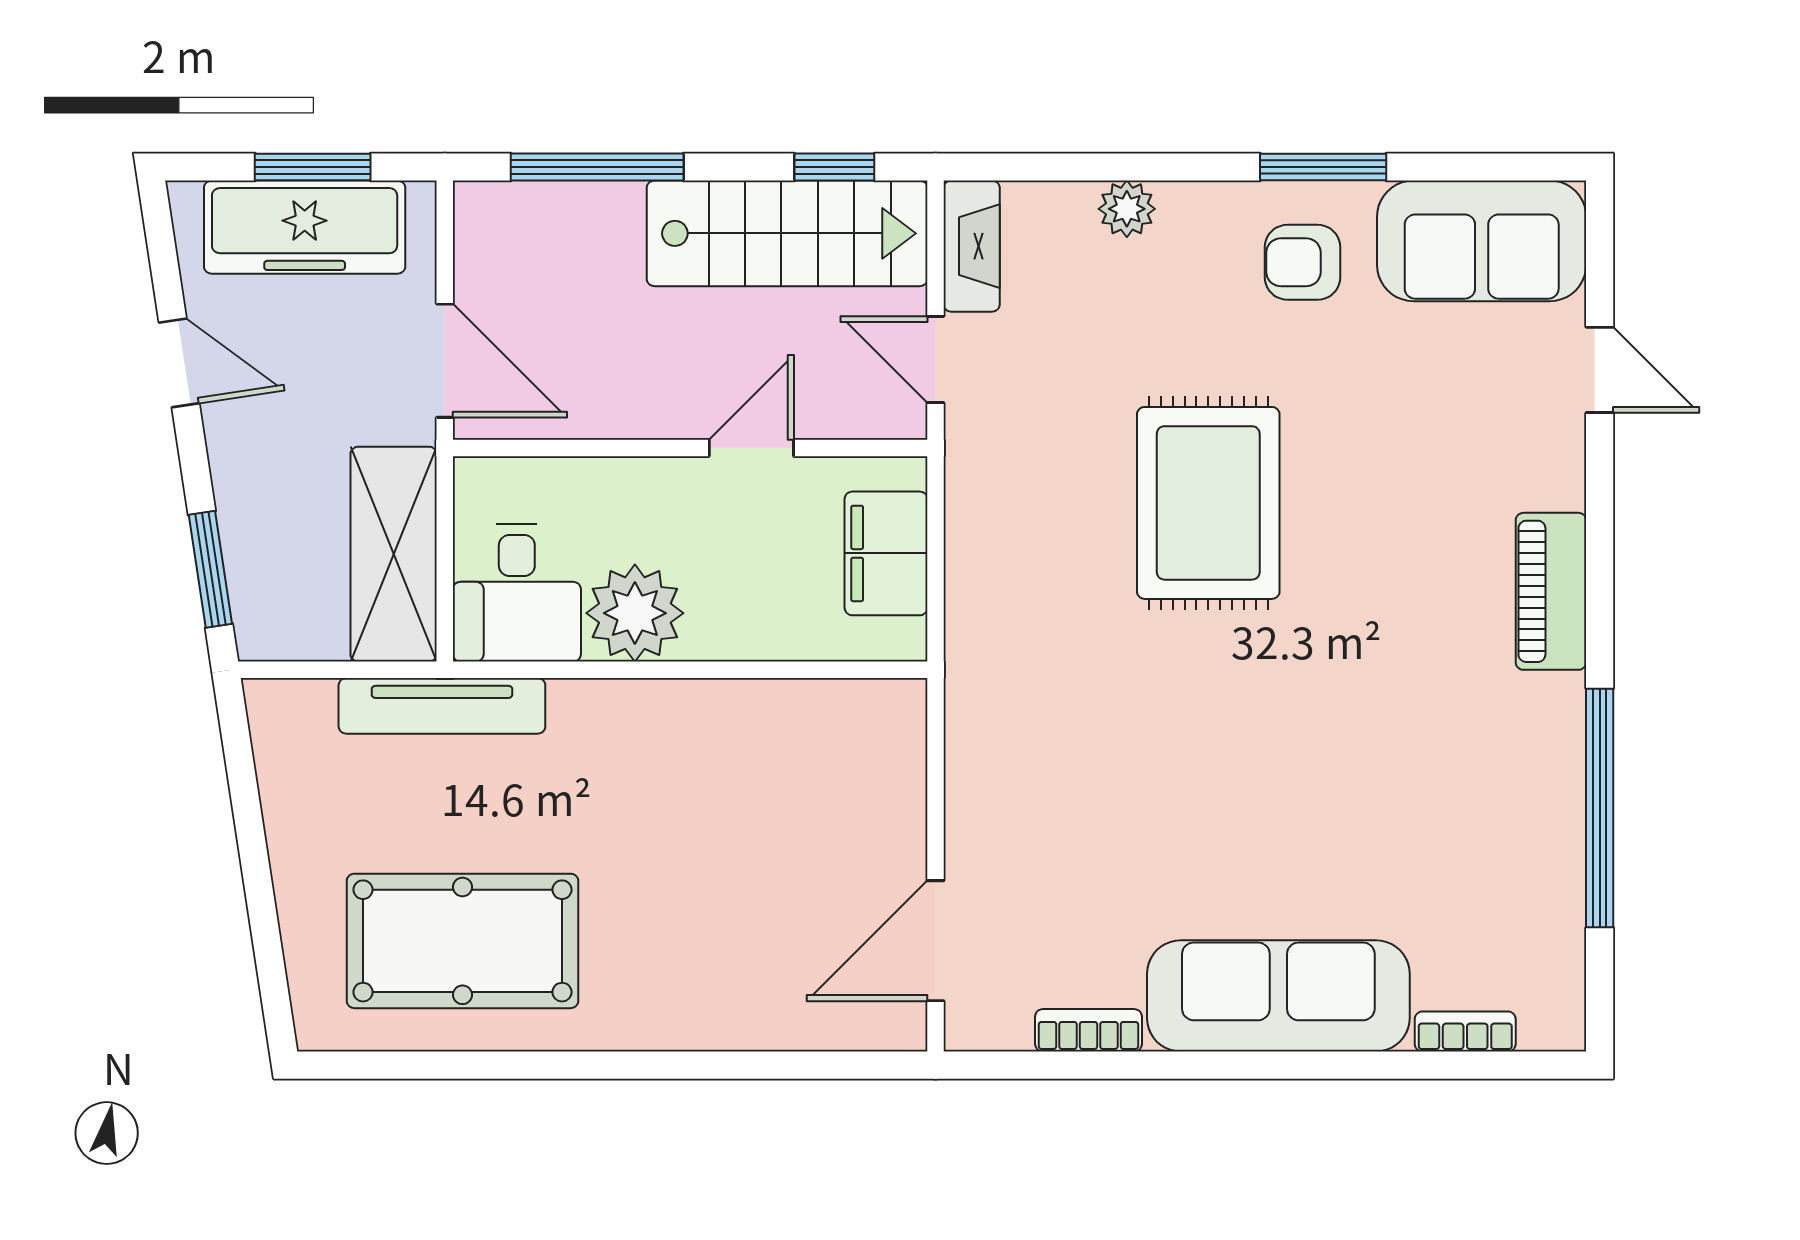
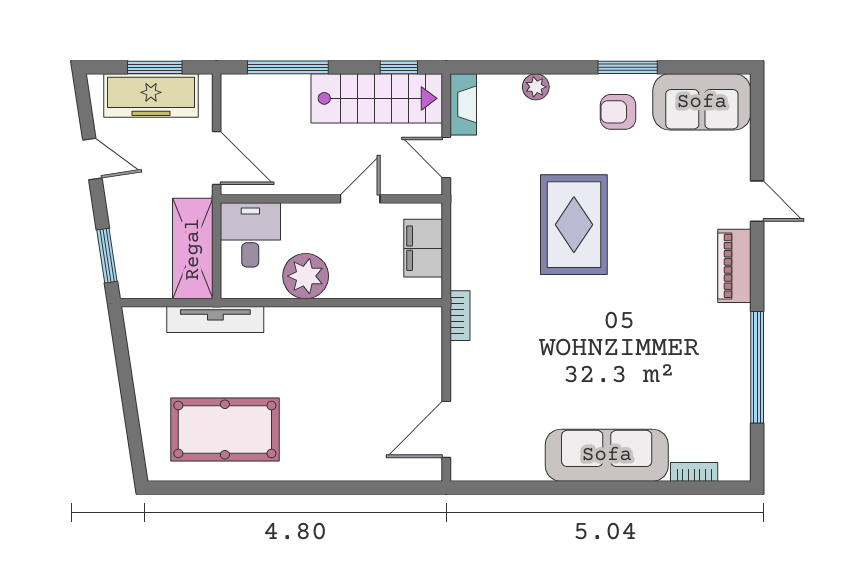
door: (1600, 370) -> (757, 201), moved
desk: (517, 593) -> (250, 235), moved, turned 180
bookcase: (1088, 1030) -> (460, 316), moved, turned 90

